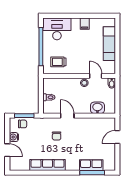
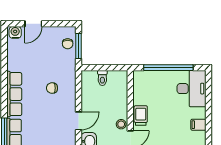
trolley: (58, 62) -> (141, 115), moved
door: (67, 116) -> (78, 121), moved
water cooler: (14, 137) -> (15, 32), moved
row of seats: (48, 165) -> (14, 94), moved

